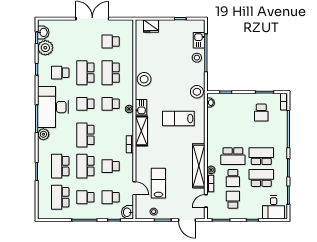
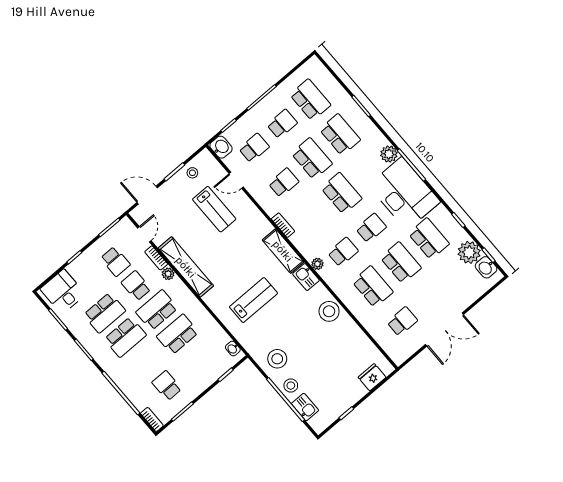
school desk: (60, 73) -> (429, 239), width x1.85
stool: (197, 92) -> (277, 359), moved
school desk: (233, 134) -> (178, 334), added

